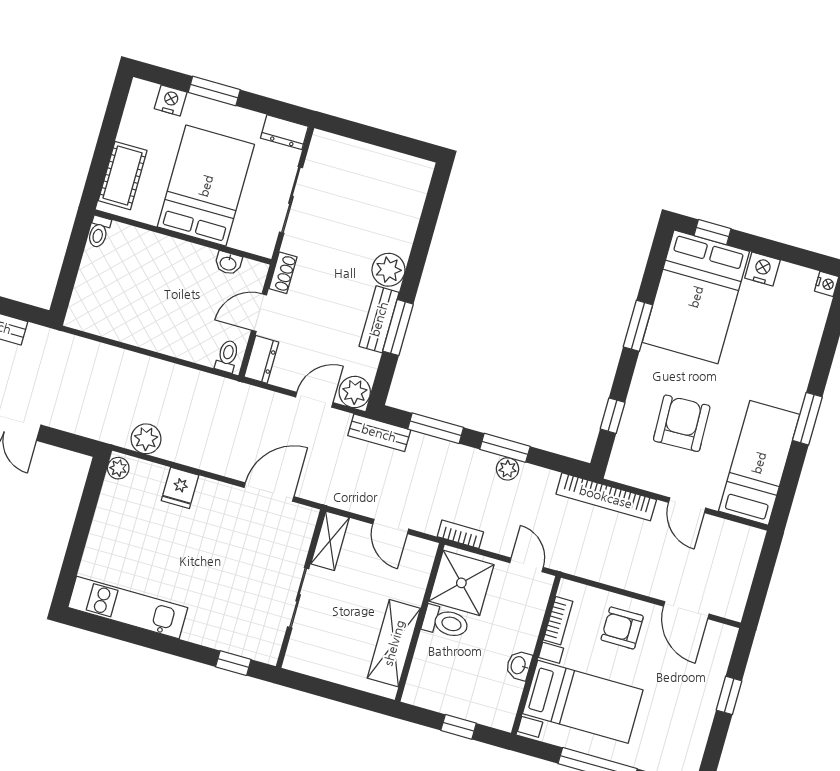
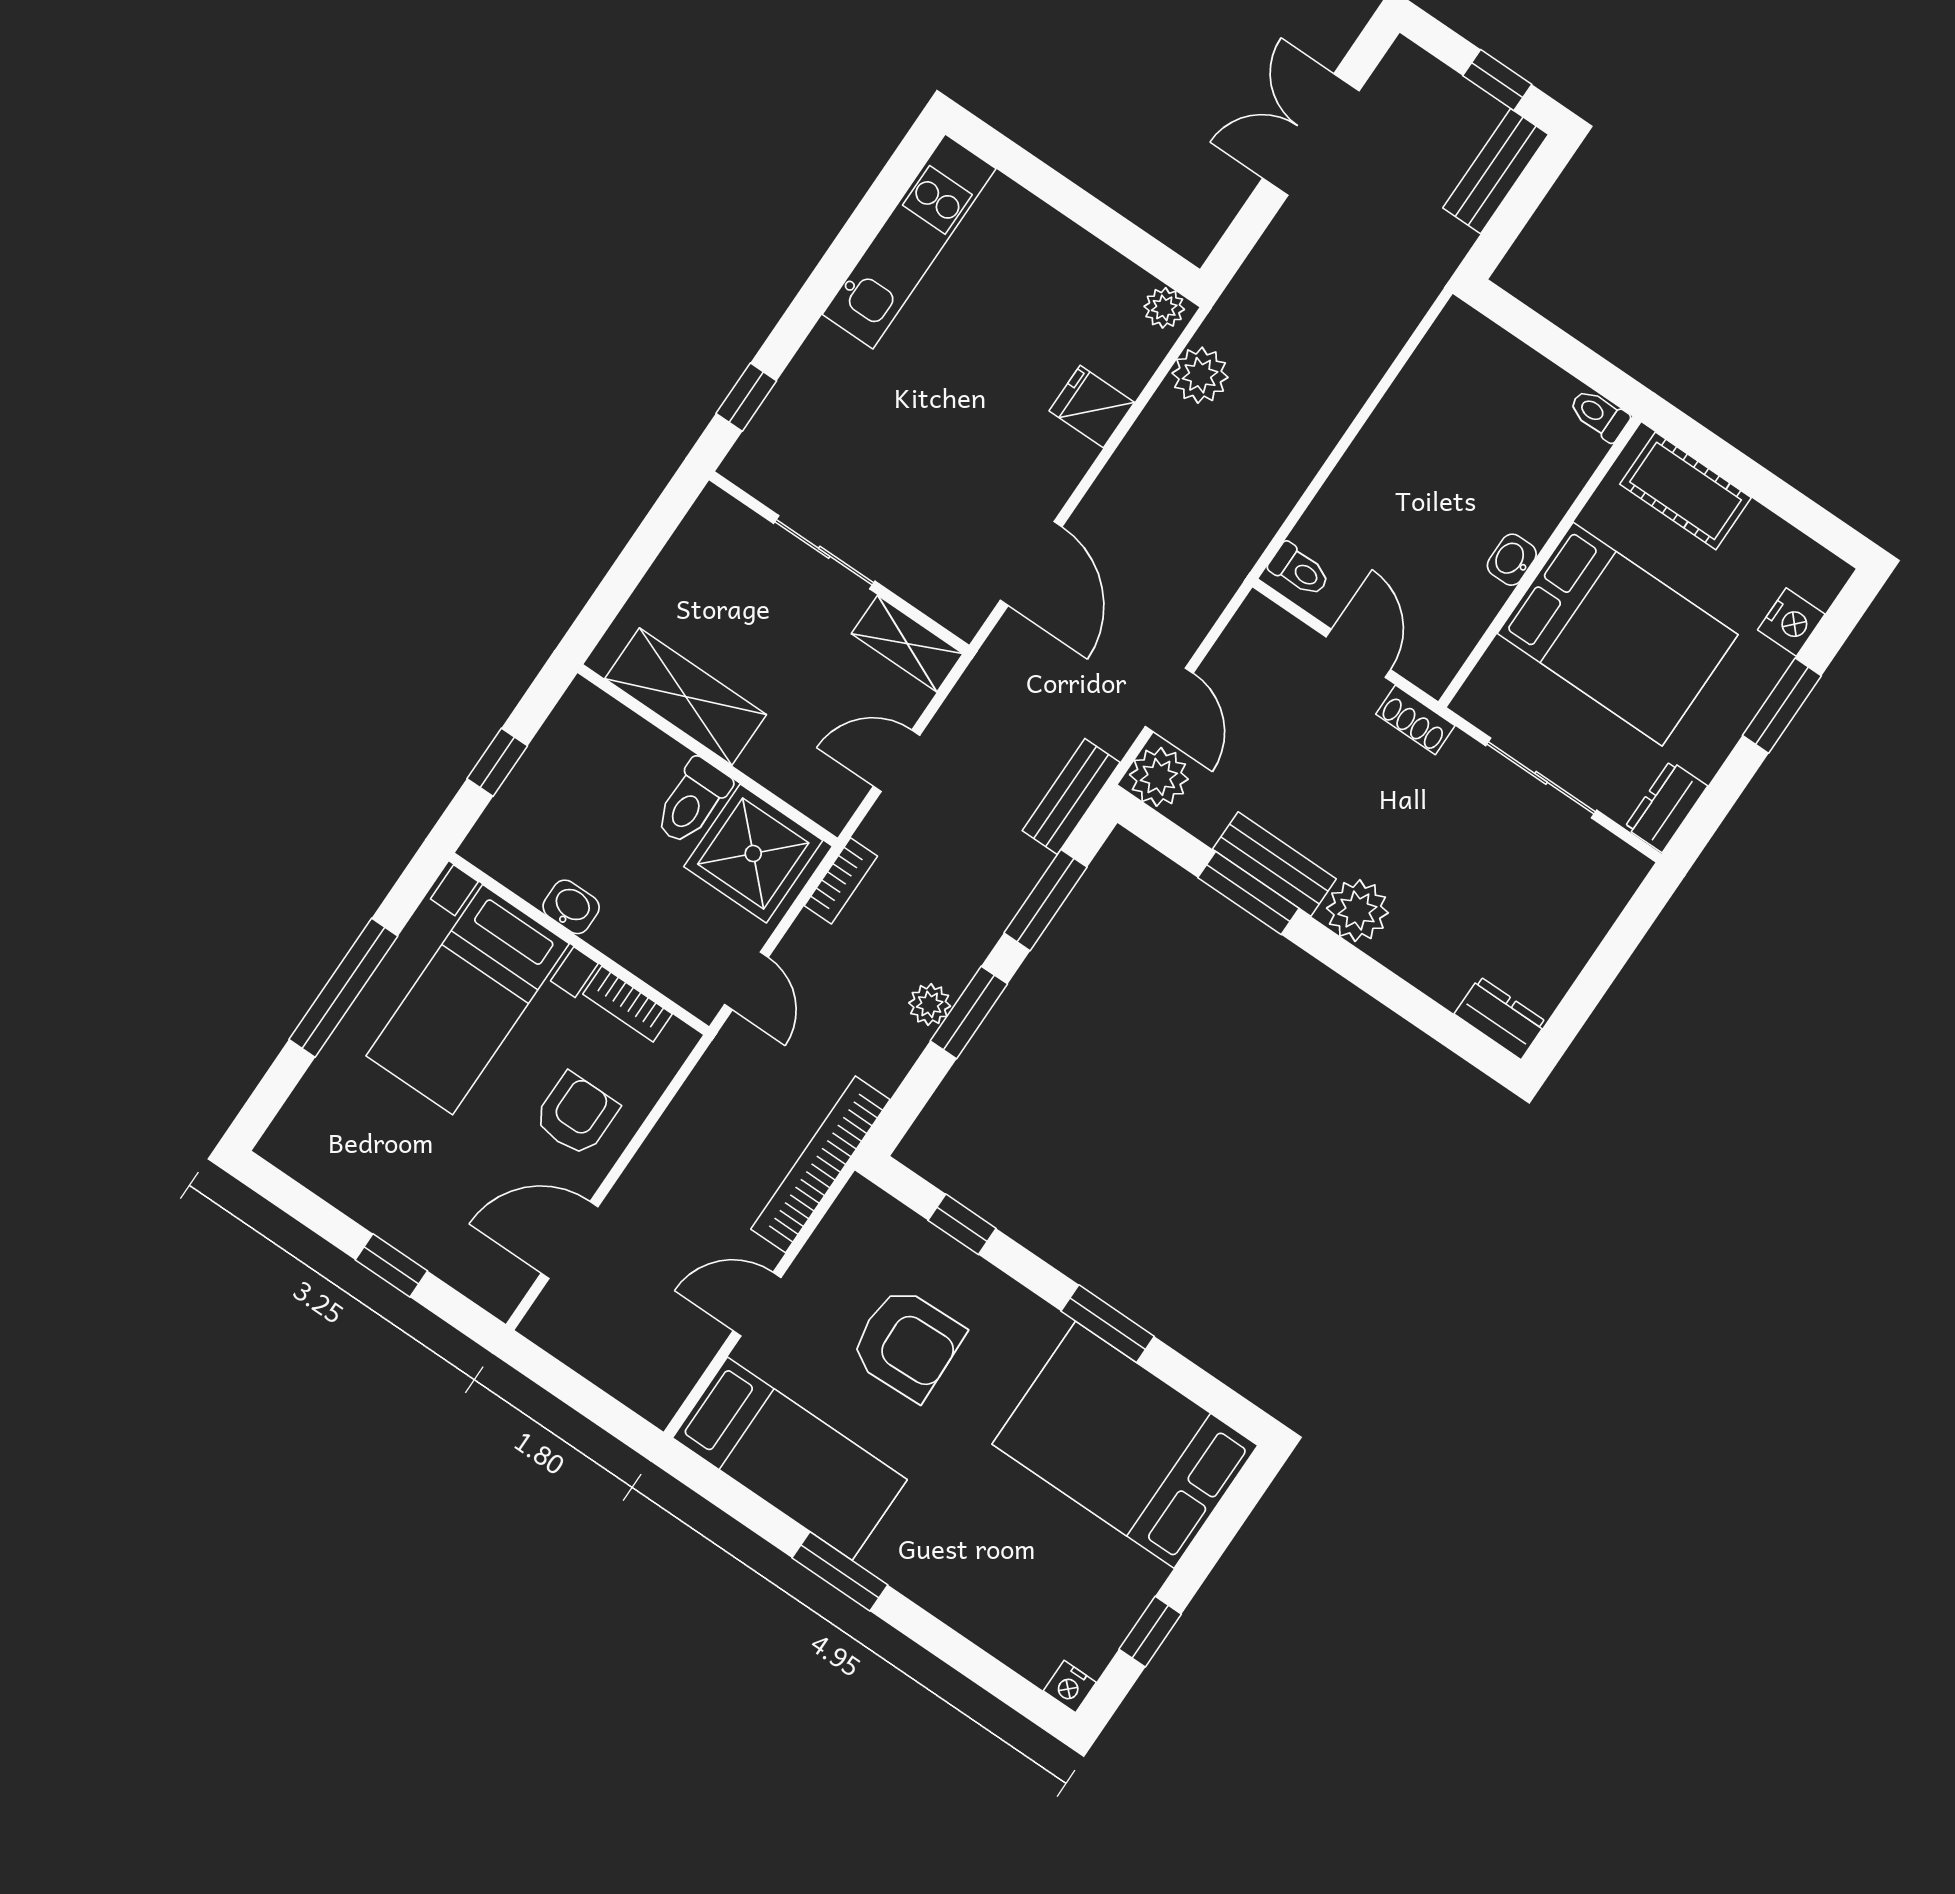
window: (712, 232) -> (1150, 1632), moved
washbasin: (228, 263) -> (1512, 560), moved
nightstand: (762, 269) -> (1135, 1581), removed
dresser: (261, 359) -> (1500, 1018), moved, turned 180
door: (527, 565) -> (746, 981), hinge flipped

